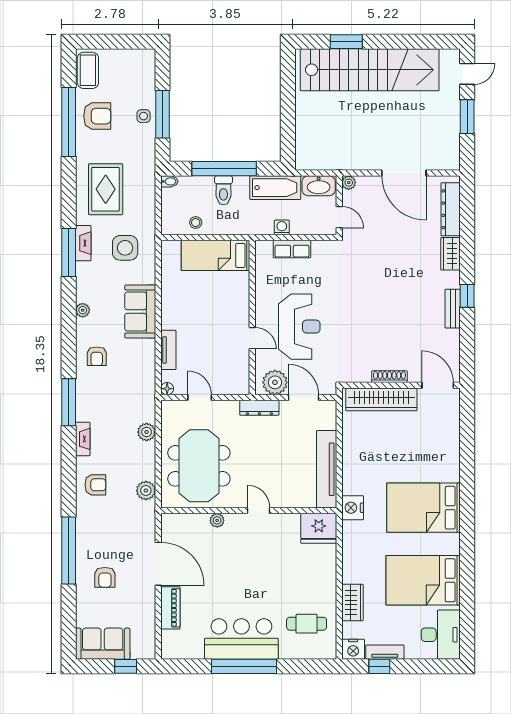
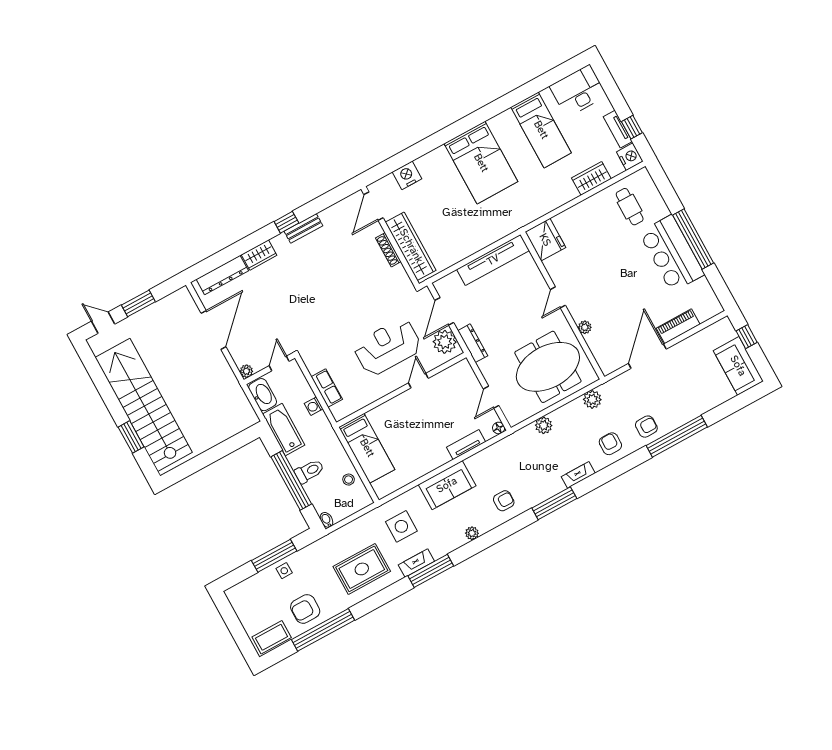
armchair: (97, 116) -> (305, 609), turned -90
nightstand: (353, 508) -> (407, 175), moved, turned 180
armchair: (105, 577) -> (646, 427), moved
bed: (423, 580) -> (541, 130), width x0.67

